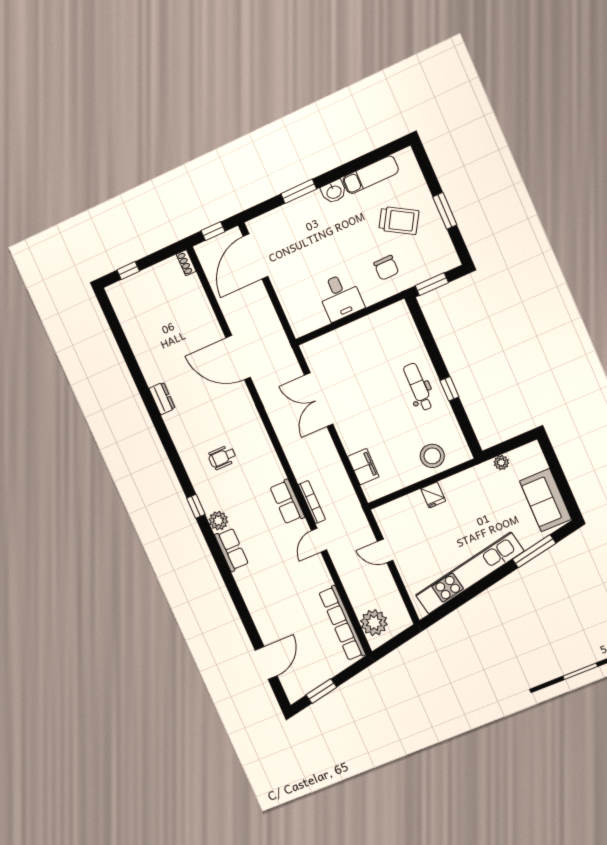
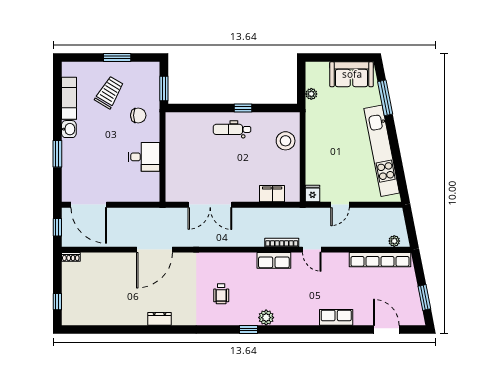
fridge: (433, 495) -> (313, 193), moved, turned -90
row of seats: (232, 550) -> (336, 317), moved
plant: (374, 623) -> (394, 241), width x0.53, depth x0.53

